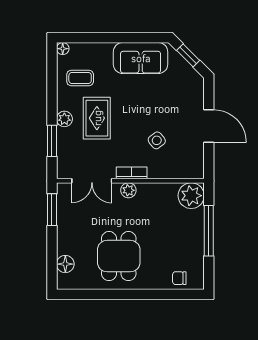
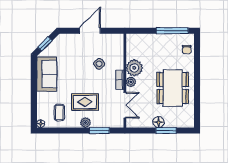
plant: (191, 196) -> (134, 68), moved
window: (52, 210) -> (166, 131), moved
window: (209, 231) -> (172, 31), moved
dining table: (119, 256) -> (173, 88), width x1.37
floor lamp: (65, 264) -> (159, 122), moved

